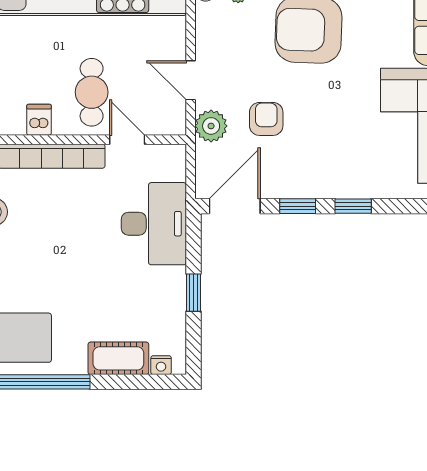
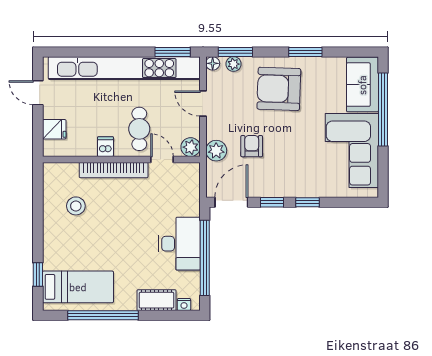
door: (191, 80) -> (203, 104), moved
plant: (171, 121) -> (191, 147), added
desk: (154, 224) -> (179, 244), moved
window: (193, 293) -> (205, 258), width x3.17

